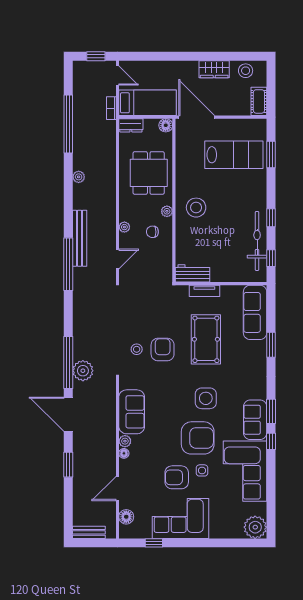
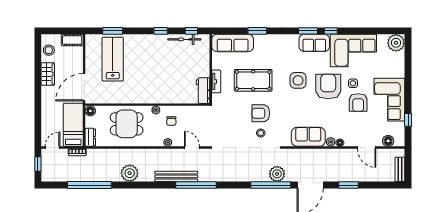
plant: (79, 177) -> (130, 173), width x1.88, depth x1.88
stool: (196, 208) -> (153, 88), removed
bicycle: (257, 241) -> (184, 39), width x0.73, depth x0.71

